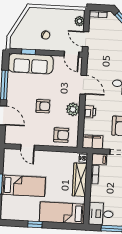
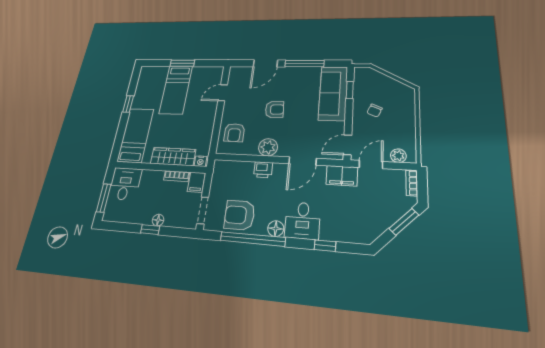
armchair: (43, 106) -> (275, 110), turned -93
filing cabinet: (92, 142) -> (342, 176), moved, turned 90

